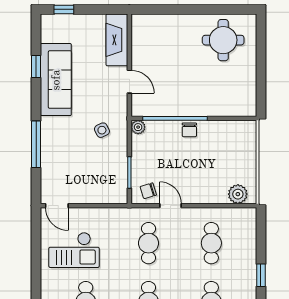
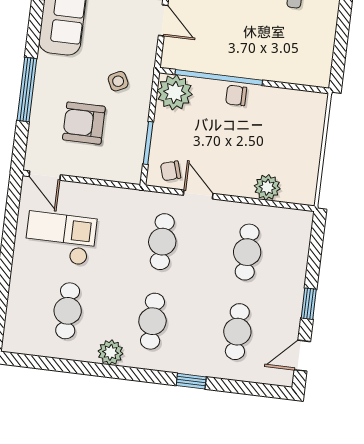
plant: (138, 127) -> (175, 92), width x1.88, depth x1.88
chair: (189, 130) -> (236, 95), turned 90
armchair: (81, 164) -> (84, 123), added
plant: (238, 194) -> (267, 187), moved
checkout: (74, 250) -> (60, 238), turned 180

